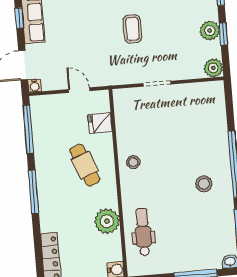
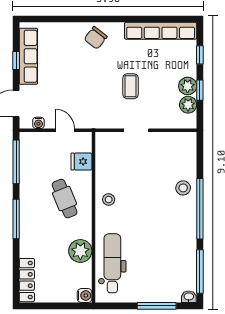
coffee table: (132, 29) -> (131, 86), moved
plant: (213, 68) -> (188, 105), moved
water cooler: (35, 86) -> (38, 123), moved
stool: (204, 184) -> (183, 188), moved
dental chair: (143, 232) -> (112, 263), width x1.36, depth x1.38

